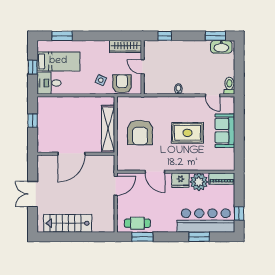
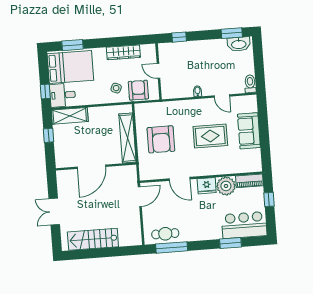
wardrobe: (126, 46) -> (123, 52), moved
bed: (58, 61) -> (70, 67), width x1.50
window: (33, 67) -> (45, 92), moved
door: (213, 95) -> (222, 96), moved
shelving: (54, 103) -> (70, 116), added
window: (239, 214) -> (269, 199), moved
bar counter: (206, 221) -> (244, 225), width x0.73
window: (142, 237) -> (172, 247), width x1.44

